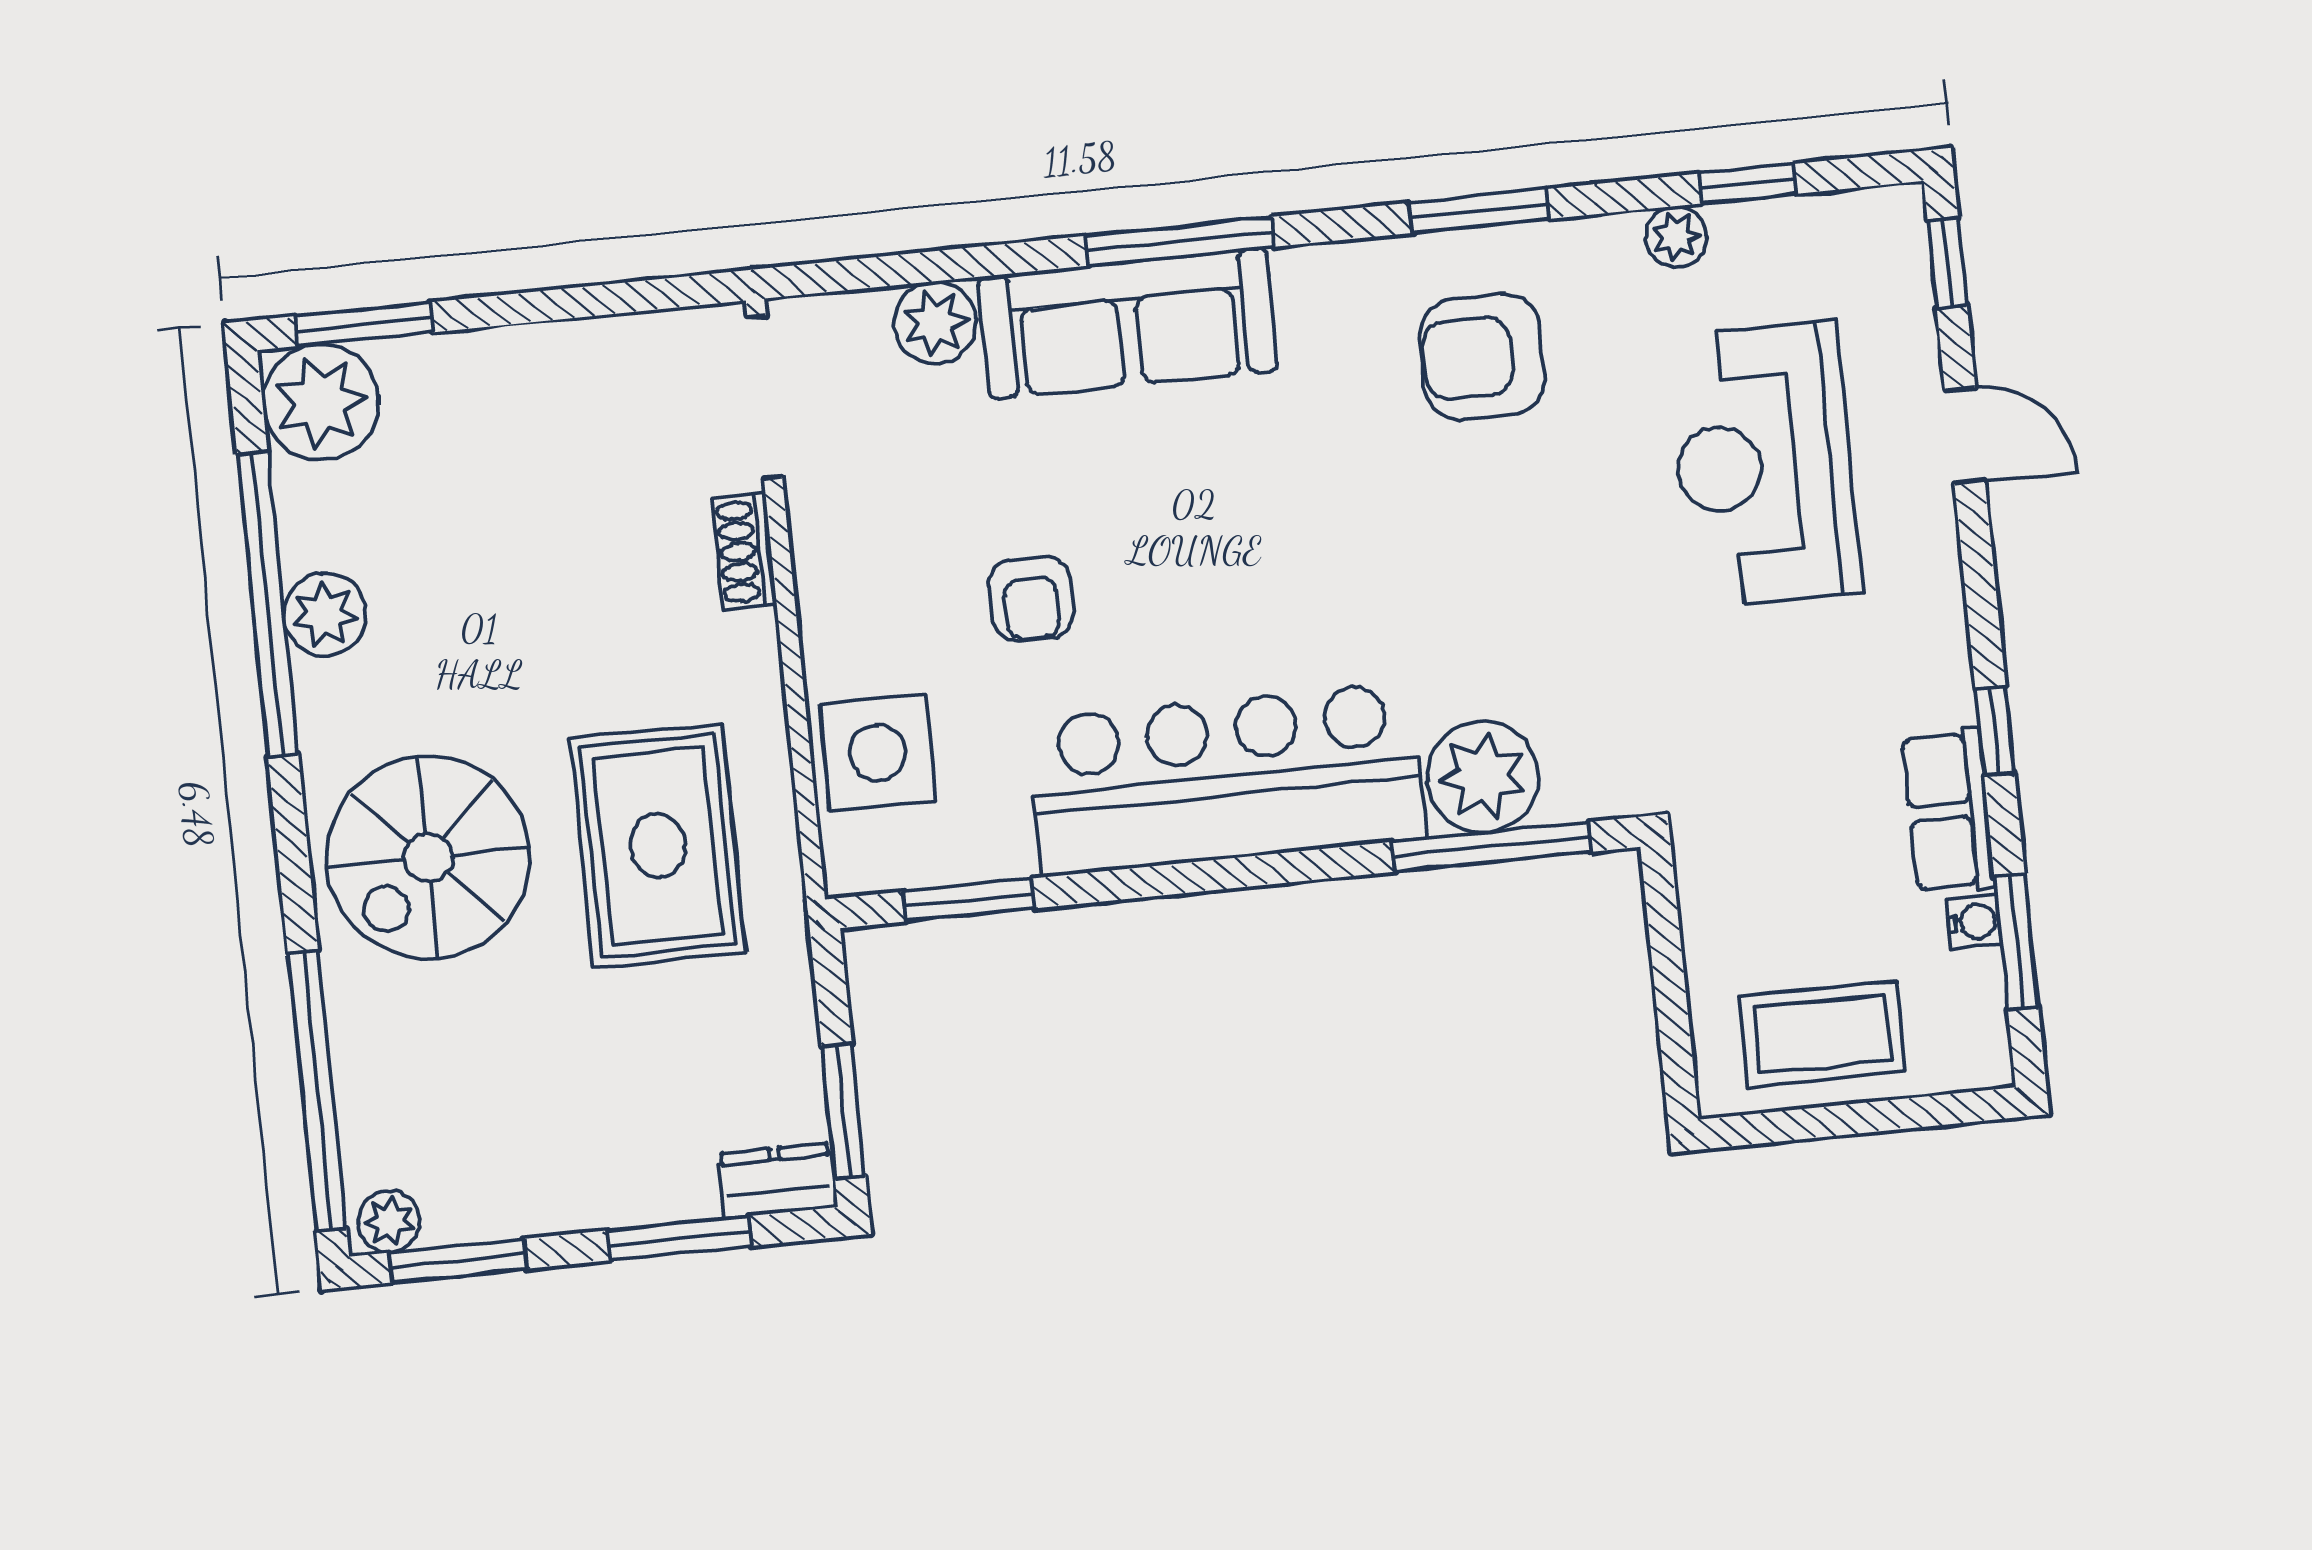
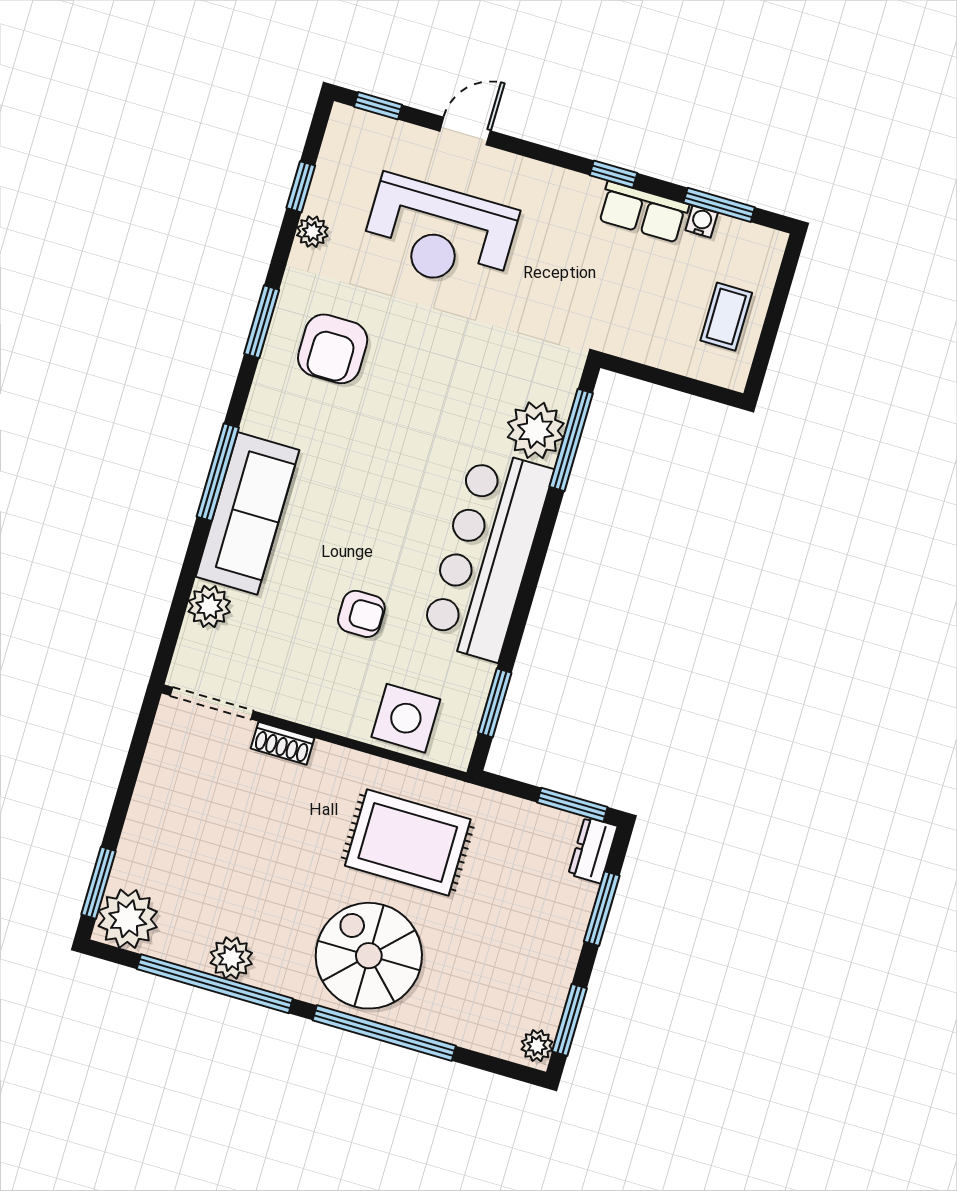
spiral stairs: (428, 858) -> (369, 956), turned 180
coffee table: (1822, 1034) -> (726, 317), width x0.73, depth x0.77
window: (317, 1091) -> (384, 1033), moved

